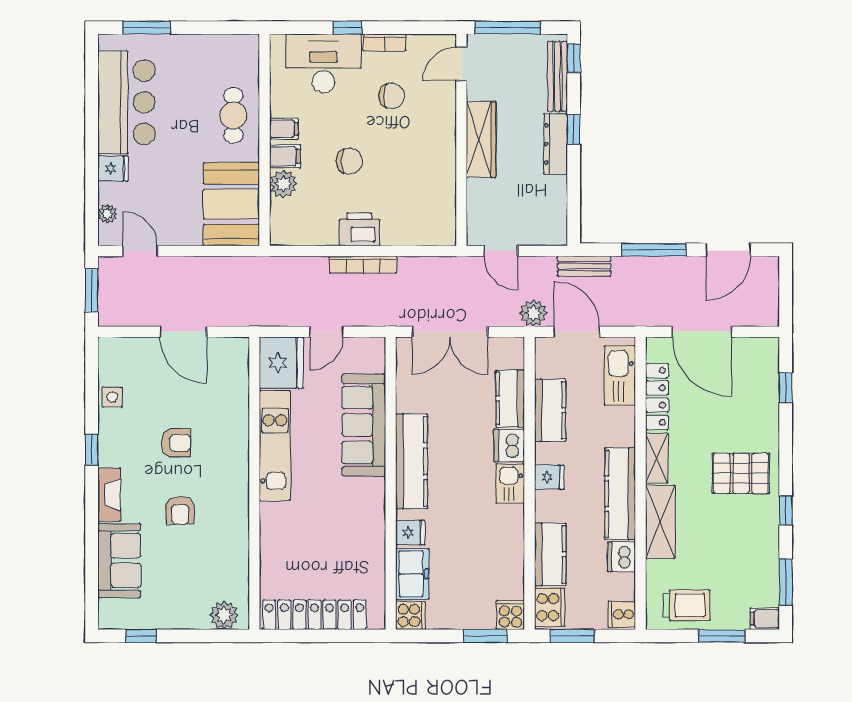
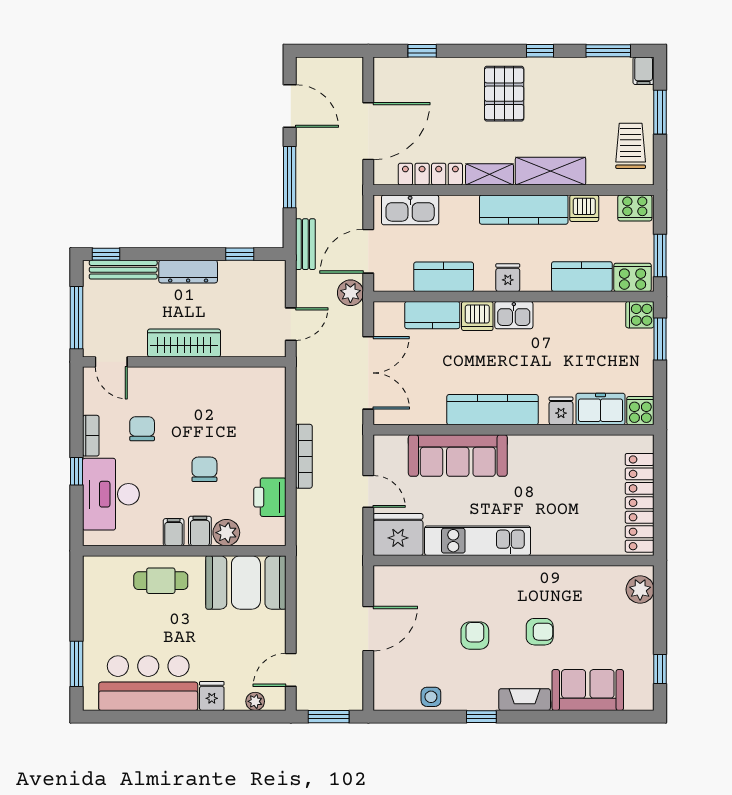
window: (574, 129) -> (240, 254), moved
printer: (359, 229) -> (270, 497), moved
cooker: (622, 614) -> (635, 208), width x1.36

